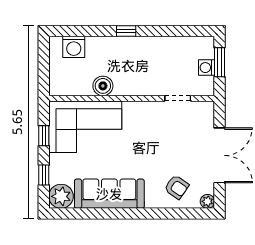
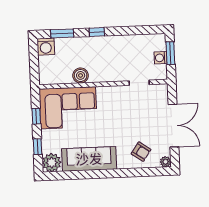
window: (82, 31) -> (62, 33), added
washing machine: (74, 47) -> (46, 47), moved

